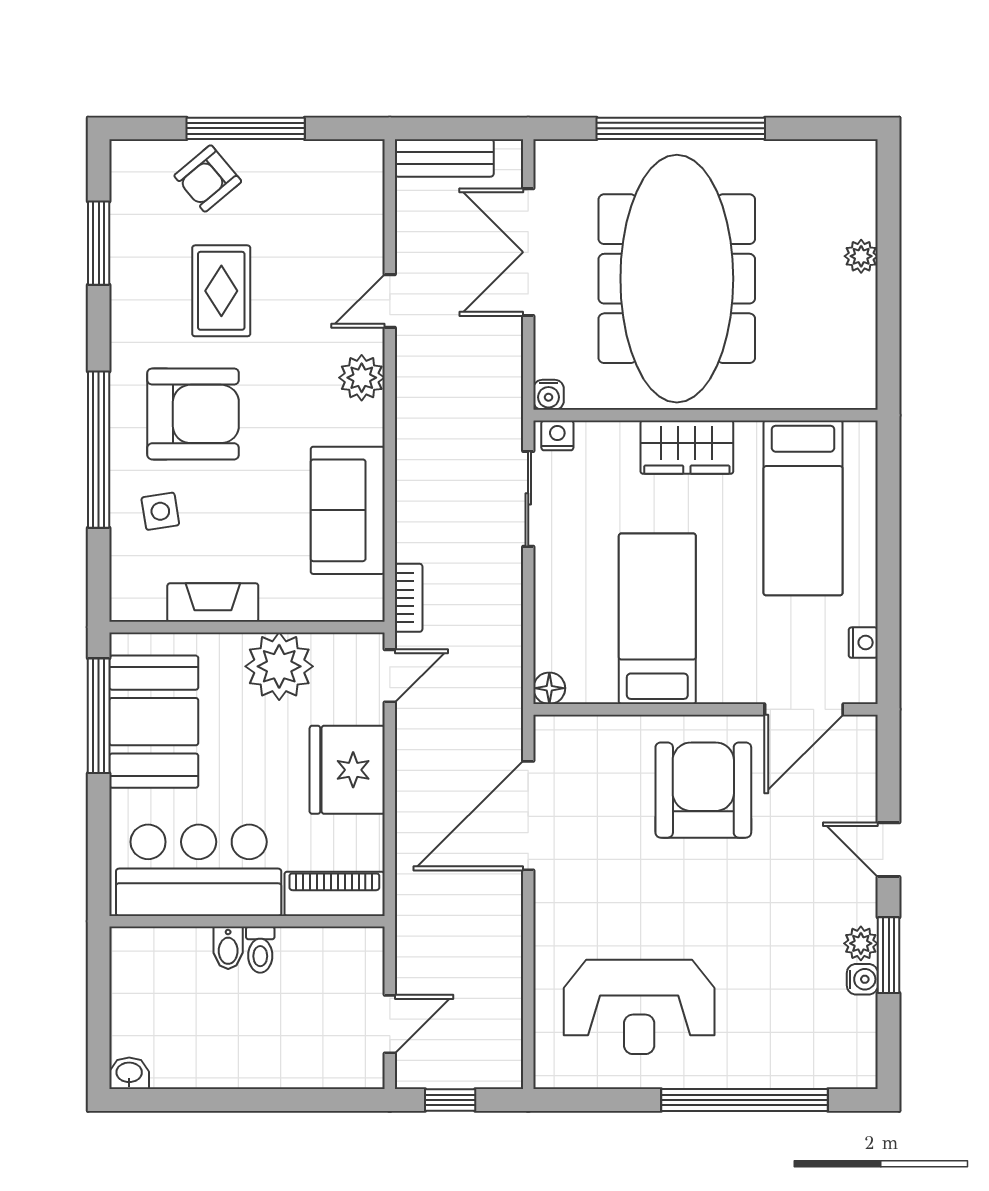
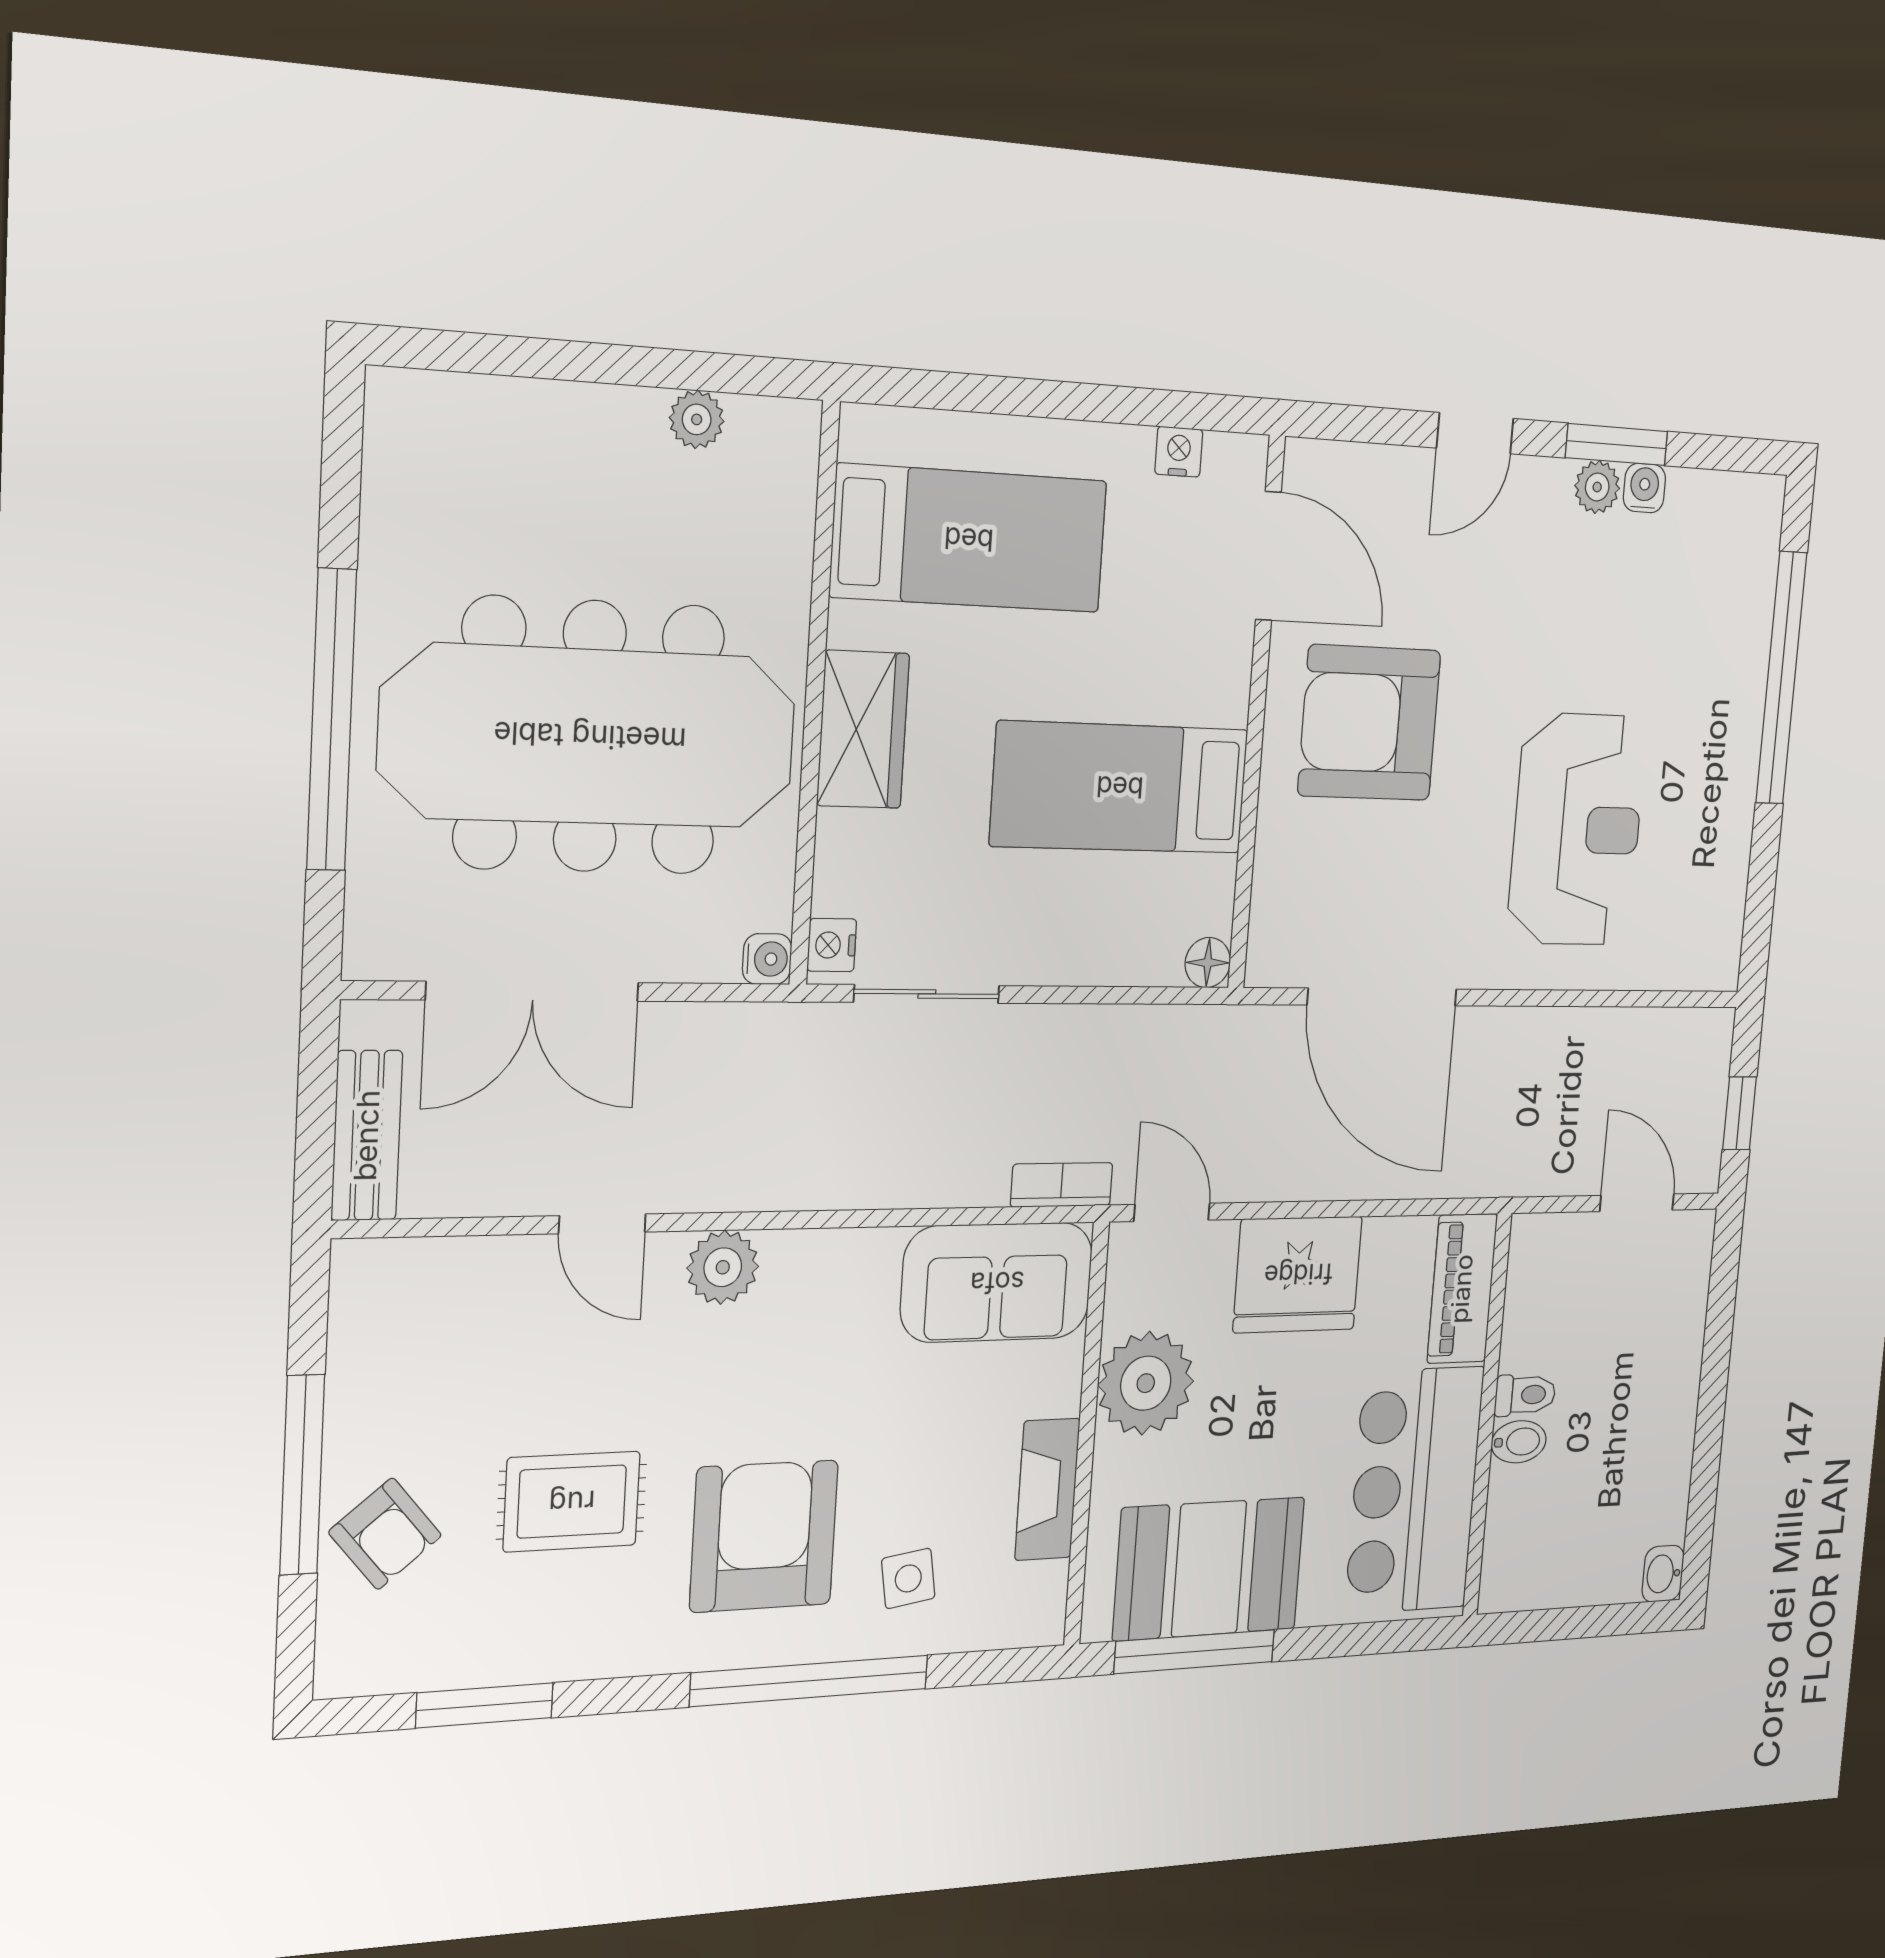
plant: (861, 256) -> (697, 419), moved
sofa: (348, 510) -> (997, 1282), moved
reception desk: (639, 1007) -> (1577, 830), moved

